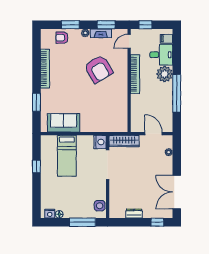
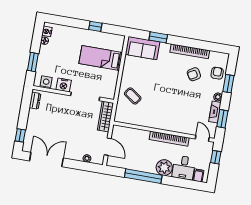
armchair: (99, 69) -> (194, 74), moved, width x0.53, depth x0.53
coffee table: (99, 118) -> (133, 96), added
sofa: (64, 123) -> (142, 48), moved, turned 90
door: (153, 134) -> (108, 147), hinge flipped
nightstand: (100, 142) -> (64, 85), moved
dresser: (134, 214) -> (35, 101), moved
window: (82, 222) -> (33, 62), width x0.69

